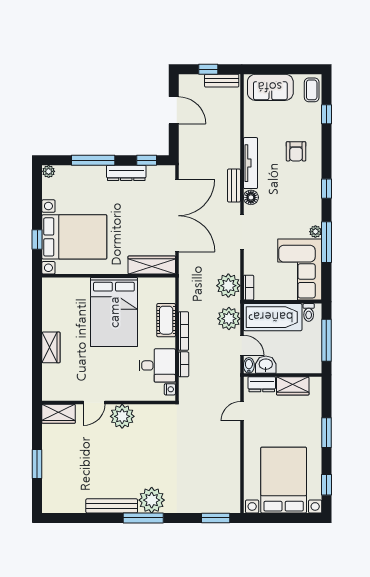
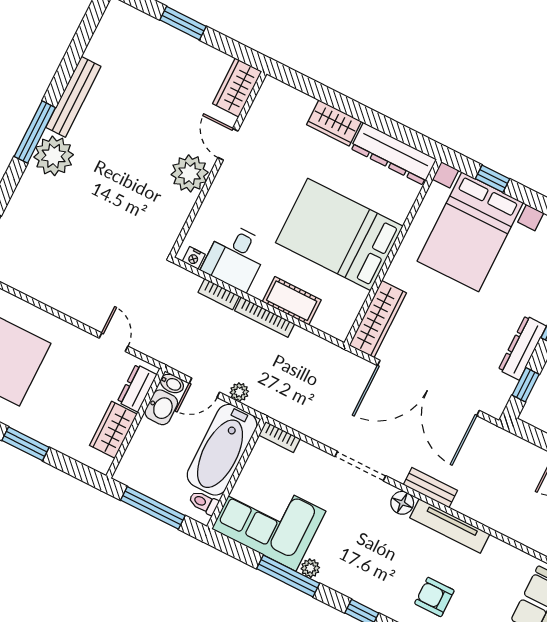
plant: (228, 286) -> (296, 411), removed
dresser: (51, 304) -> (394, 154), added
plant: (229, 319) -> (239, 392), width x0.53, depth x0.53

